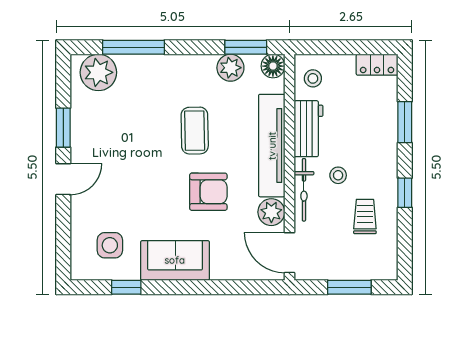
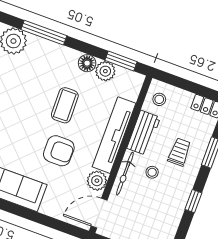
floor lamp: (273, 66) -> (87, 63), moved
trolley: (365, 216) -> (179, 152), moved
door: (289, 253) -> (99, 213), hinge flipped

